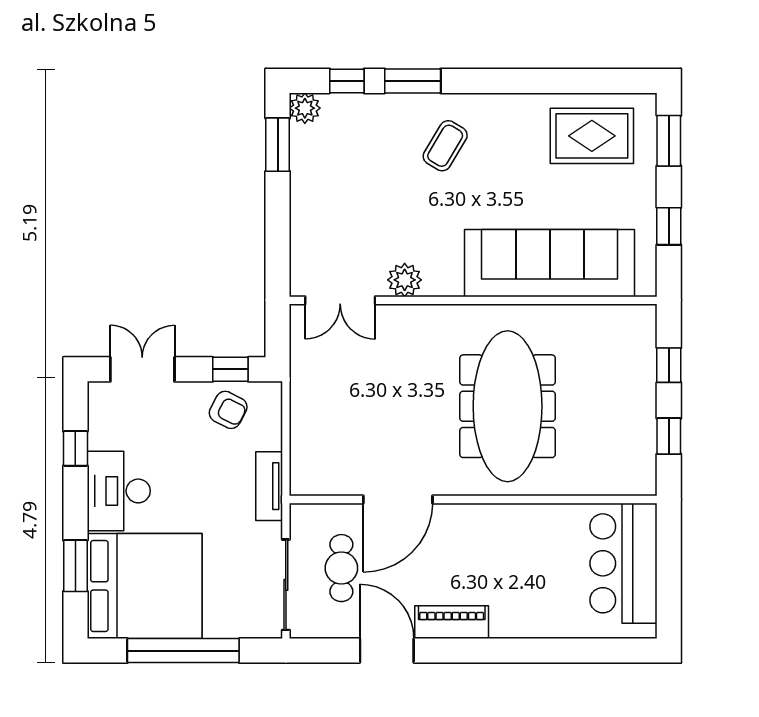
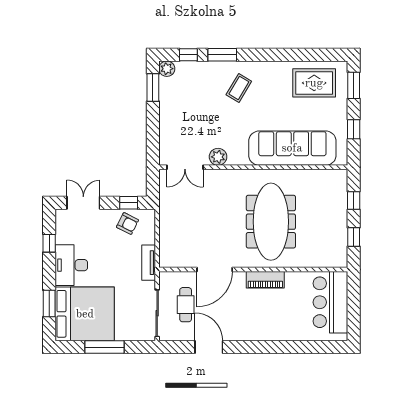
piano: (452, 622) -> (265, 280), moved, turned 180
window: (183, 651) -> (104, 347), width x0.68

